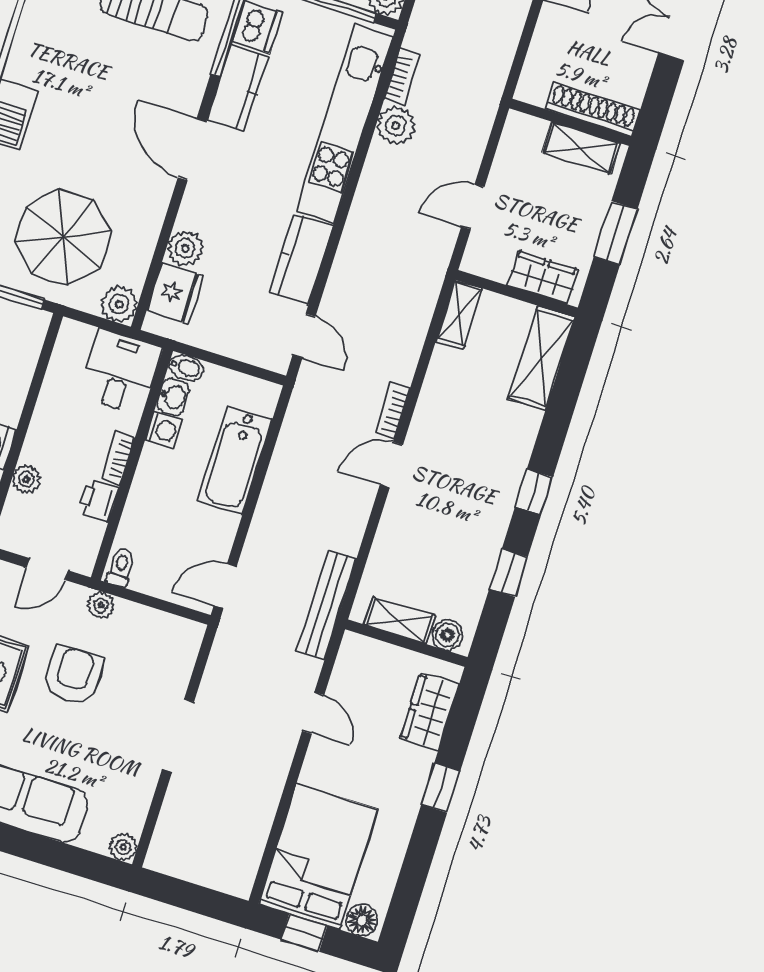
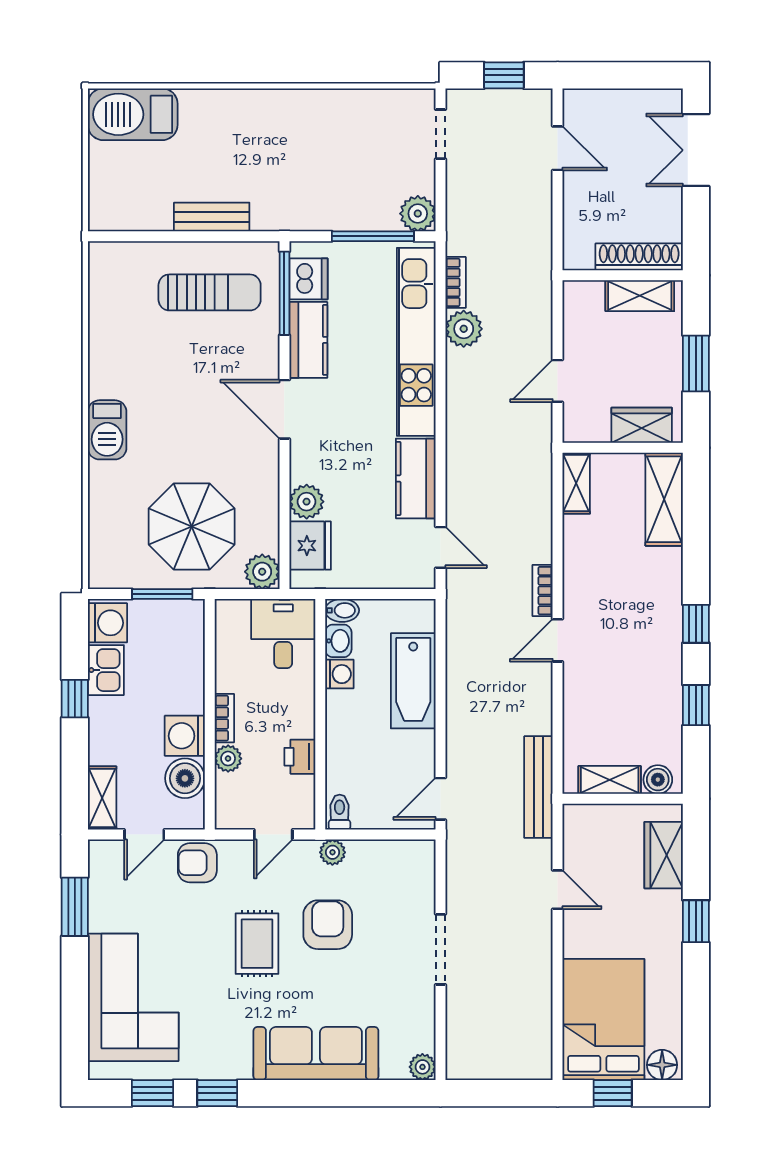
bookcase: (118, 458) -> (224, 718), moved, turned 180

